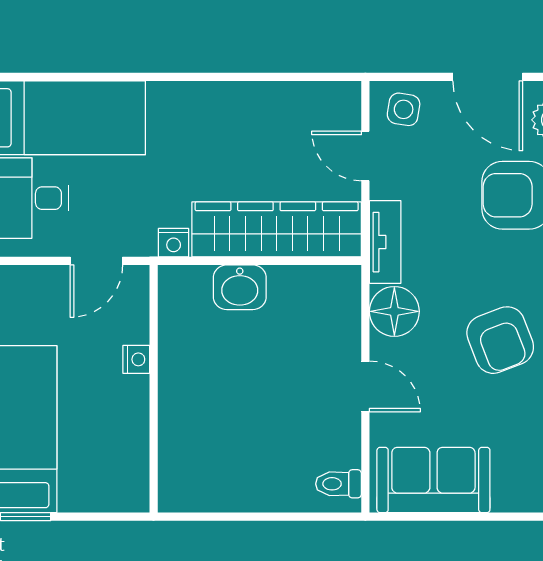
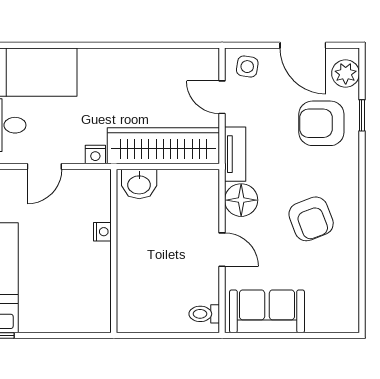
nightstand: (136, 359) -> (102, 232), moved
wall: (154, 389) -> (114, 251), moved

